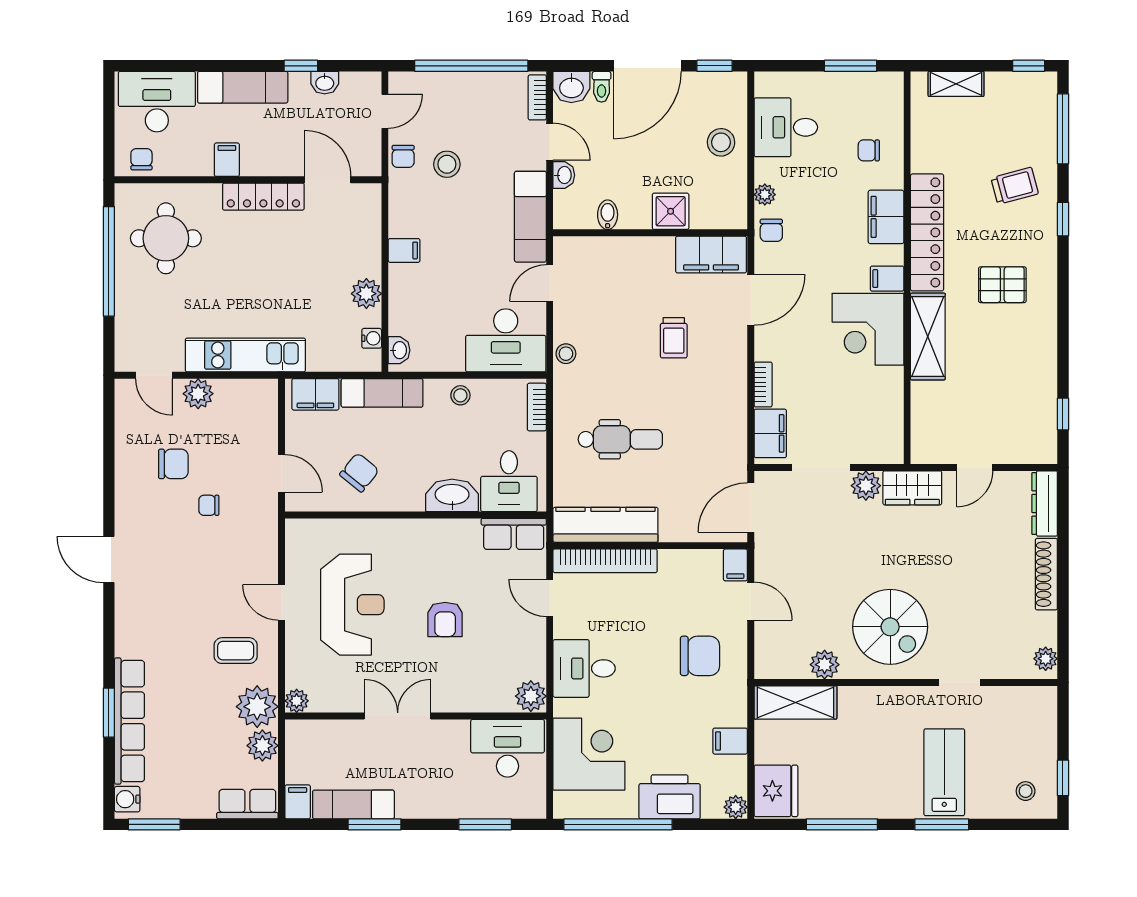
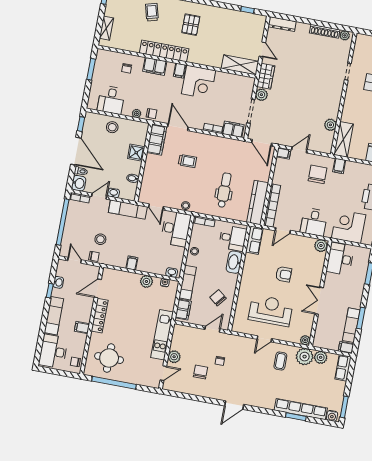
shelving: (928, 337) -> (240, 65), moved
shoe rack: (1046, 574) -> (325, 31), moved
spiral stairs: (890, 627) -> (320, 96), removed
filing cabinet: (730, 741) -> (339, 166), moved

